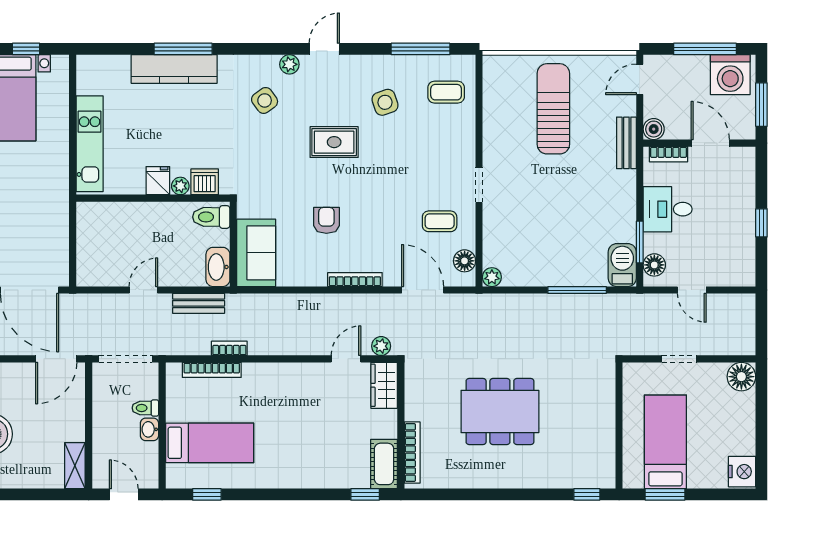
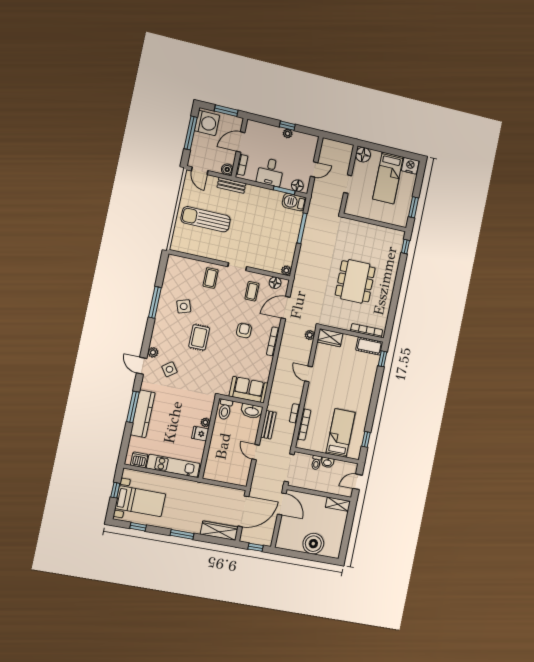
door: (324, 49) -> (142, 366), moved
window: (420, 49) -> (155, 302), moved
coffee table: (446, 92) -> (211, 278), moved
dishwasher: (205, 182) -> (139, 460), moved, turned 90
armchair: (326, 220) -> (244, 331), moved, turned 90
plant: (747, 226) -> (288, 134), added
door: (346, 359) -> (309, 374), moved
bed: (665, 442) -> (388, 178), moved, turned -90

